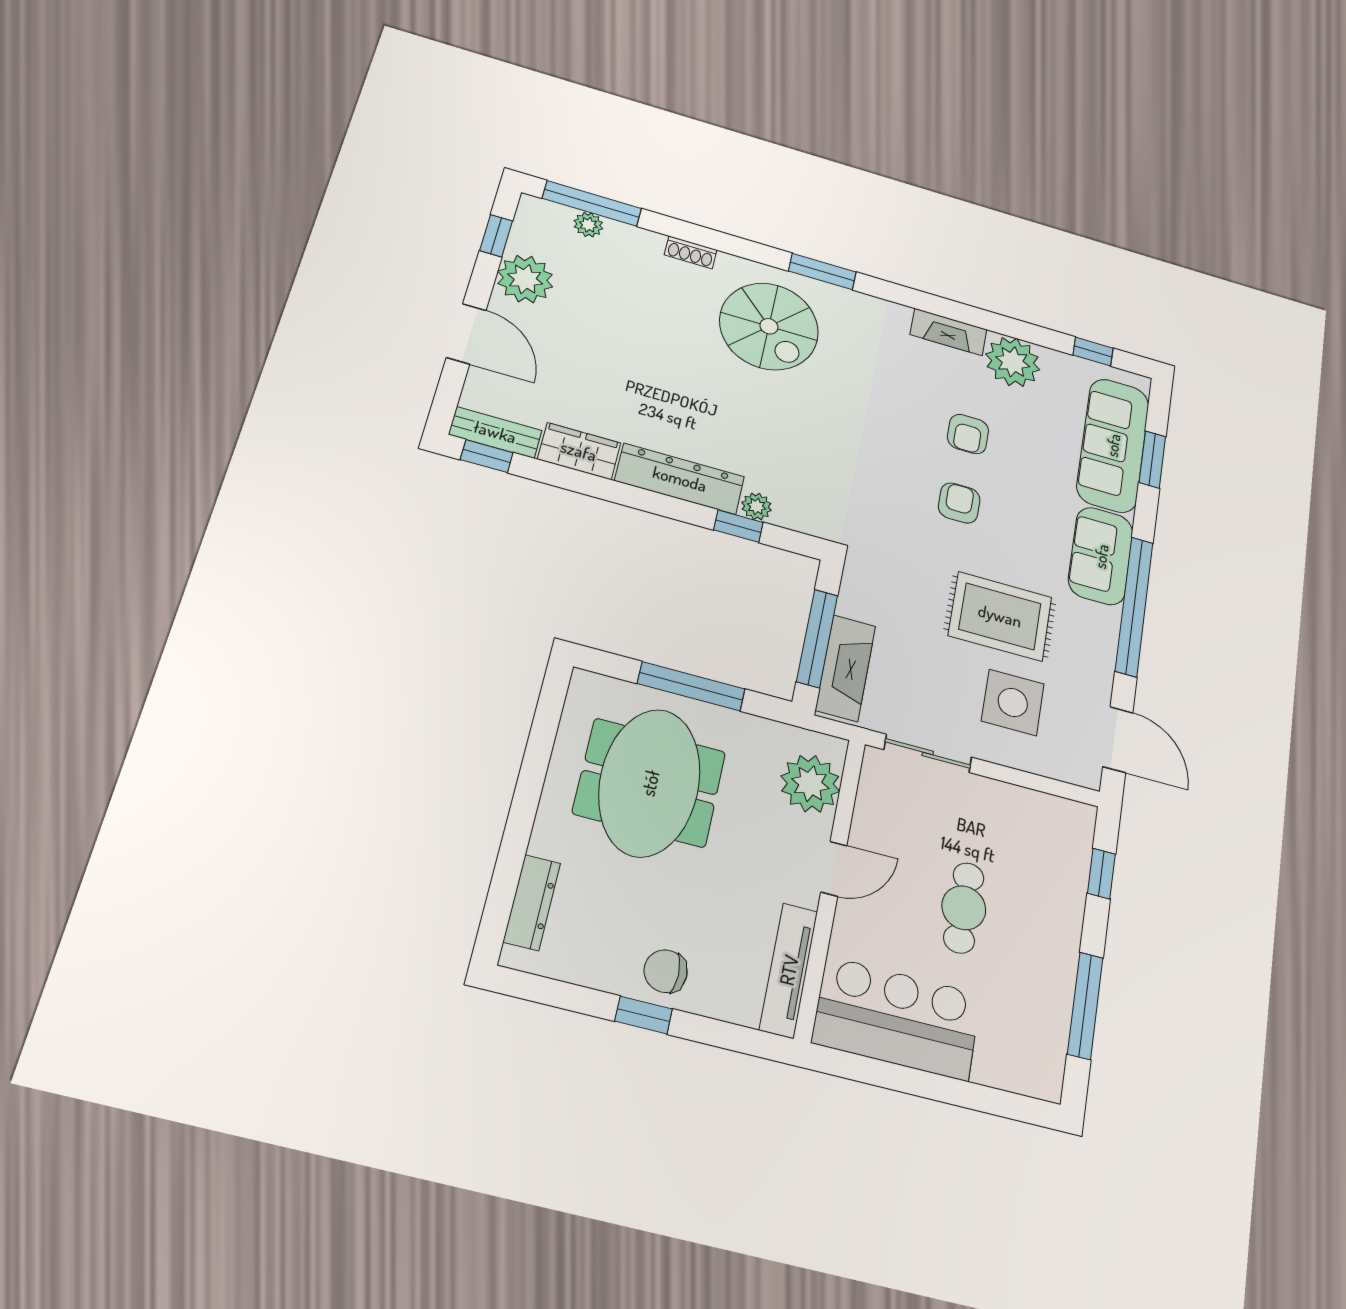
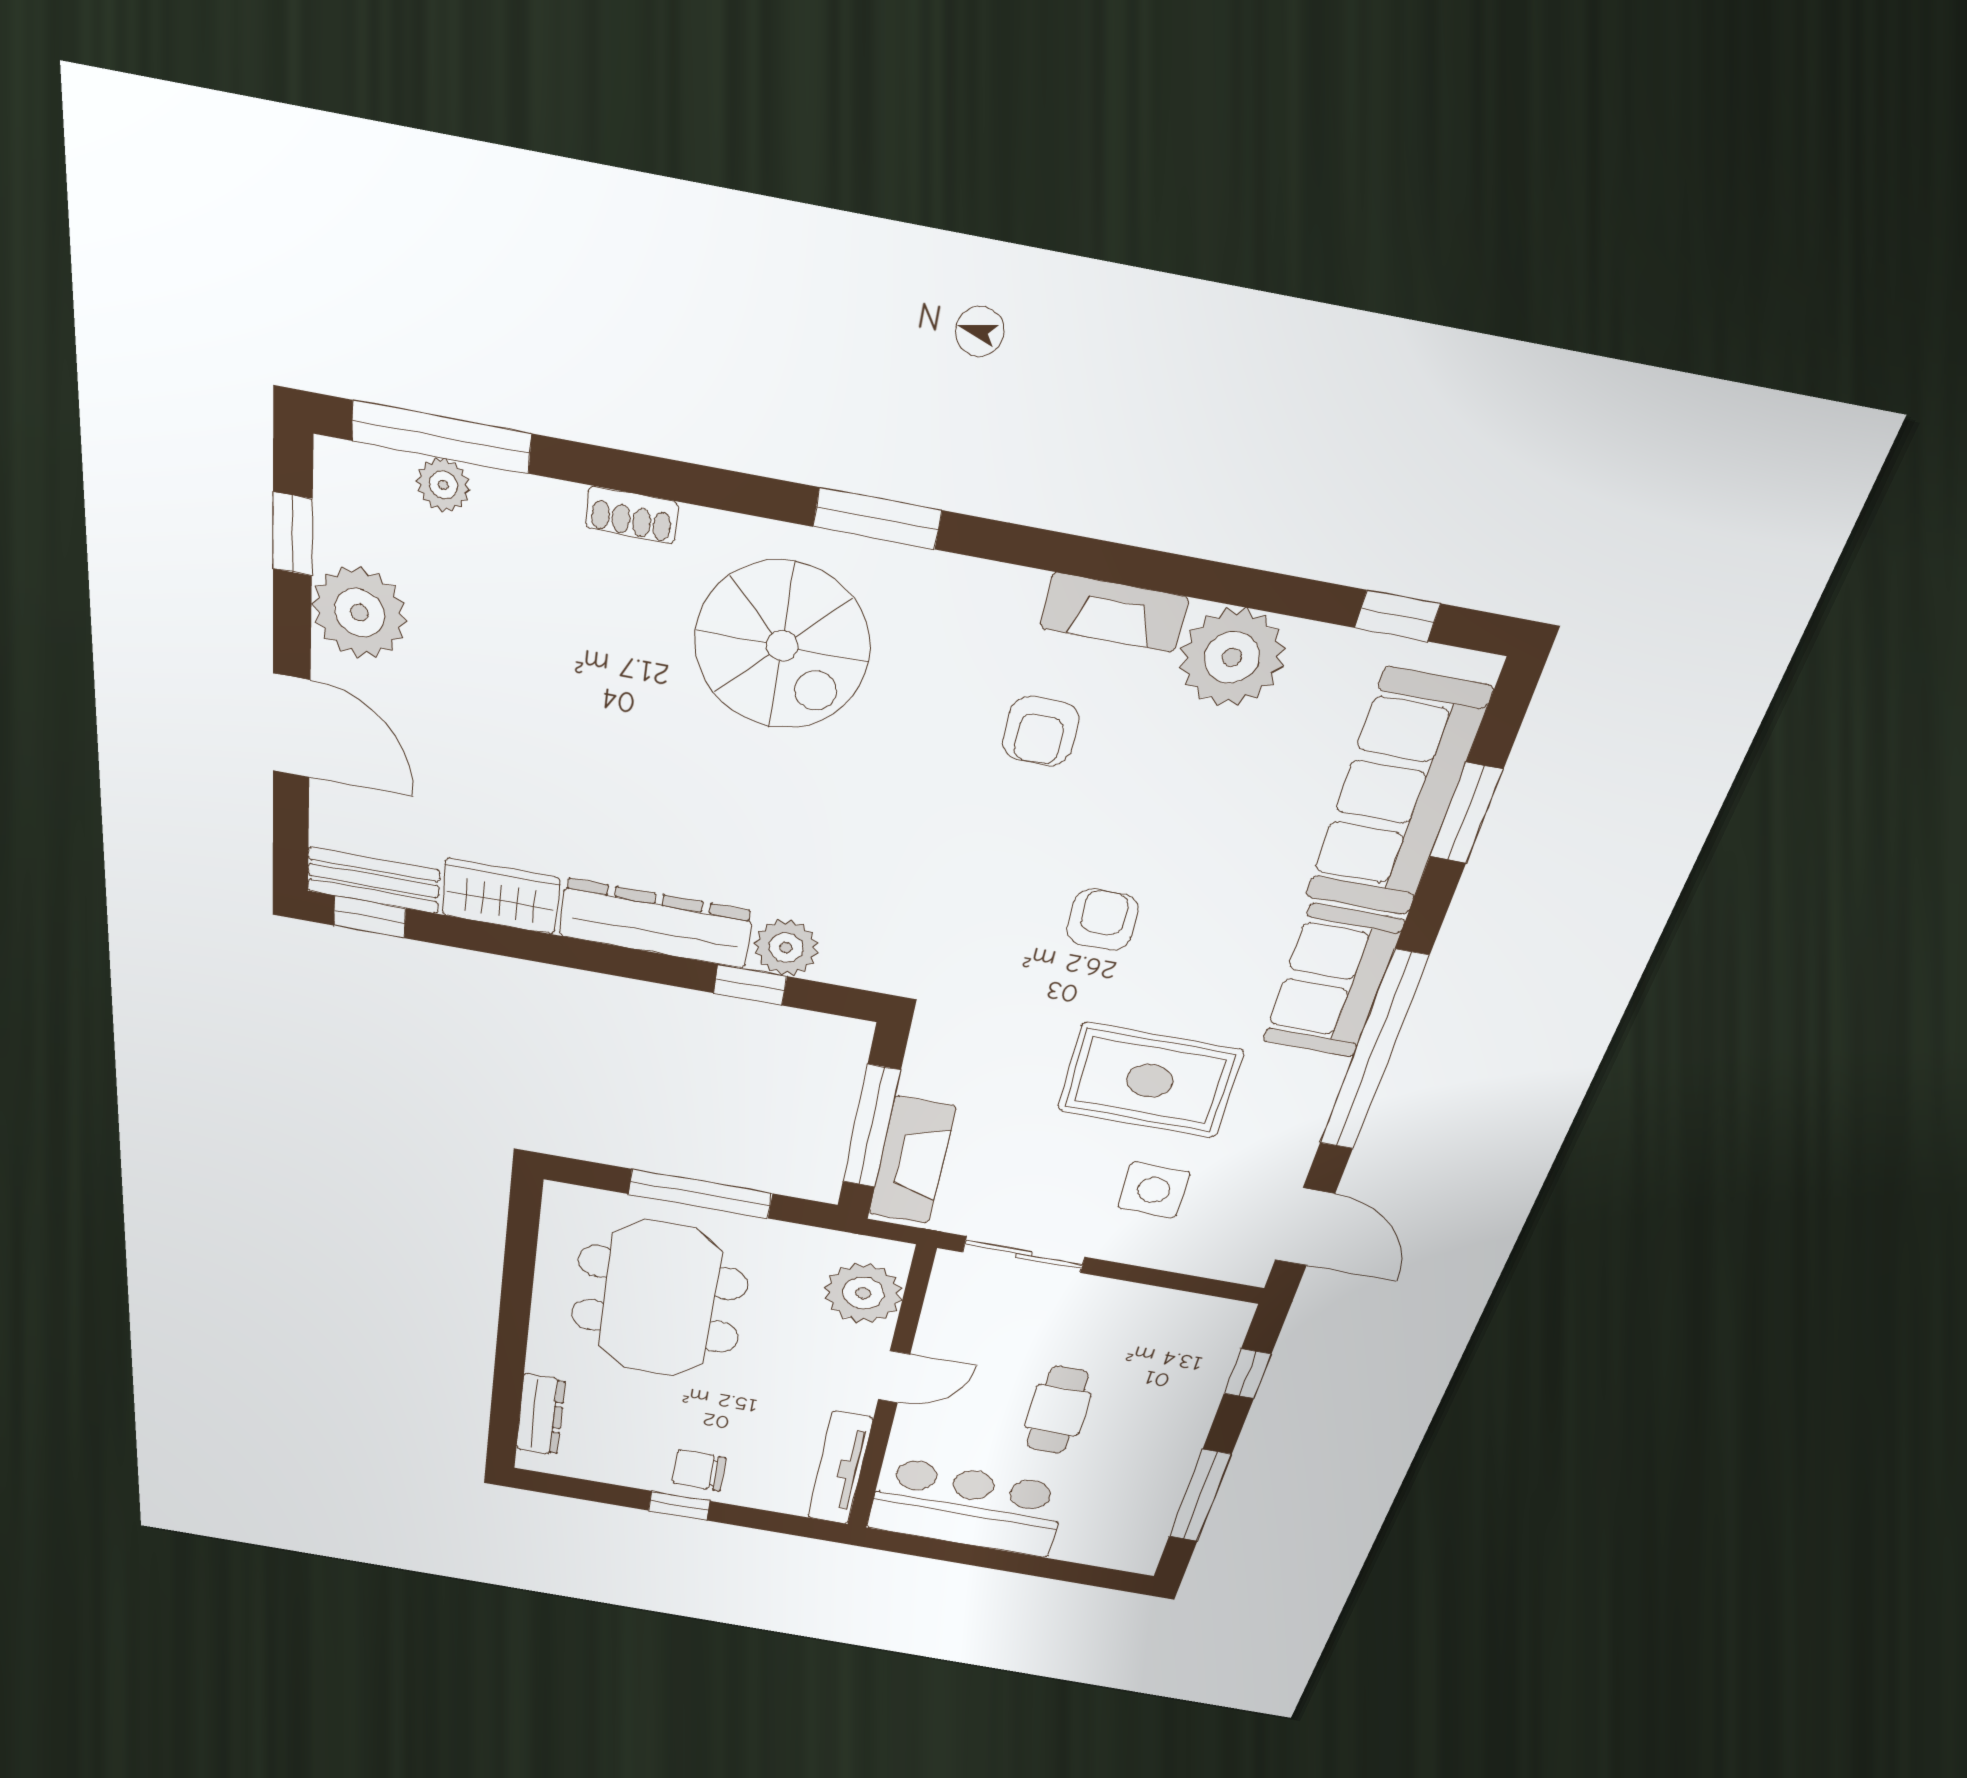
armchair: (968, 434) -> (1041, 731), moved
plant: (757, 506) -> (786, 948), width x1.38, depth x1.38
side table: (1013, 702) -> (1154, 1190), width x0.73, depth x0.73

